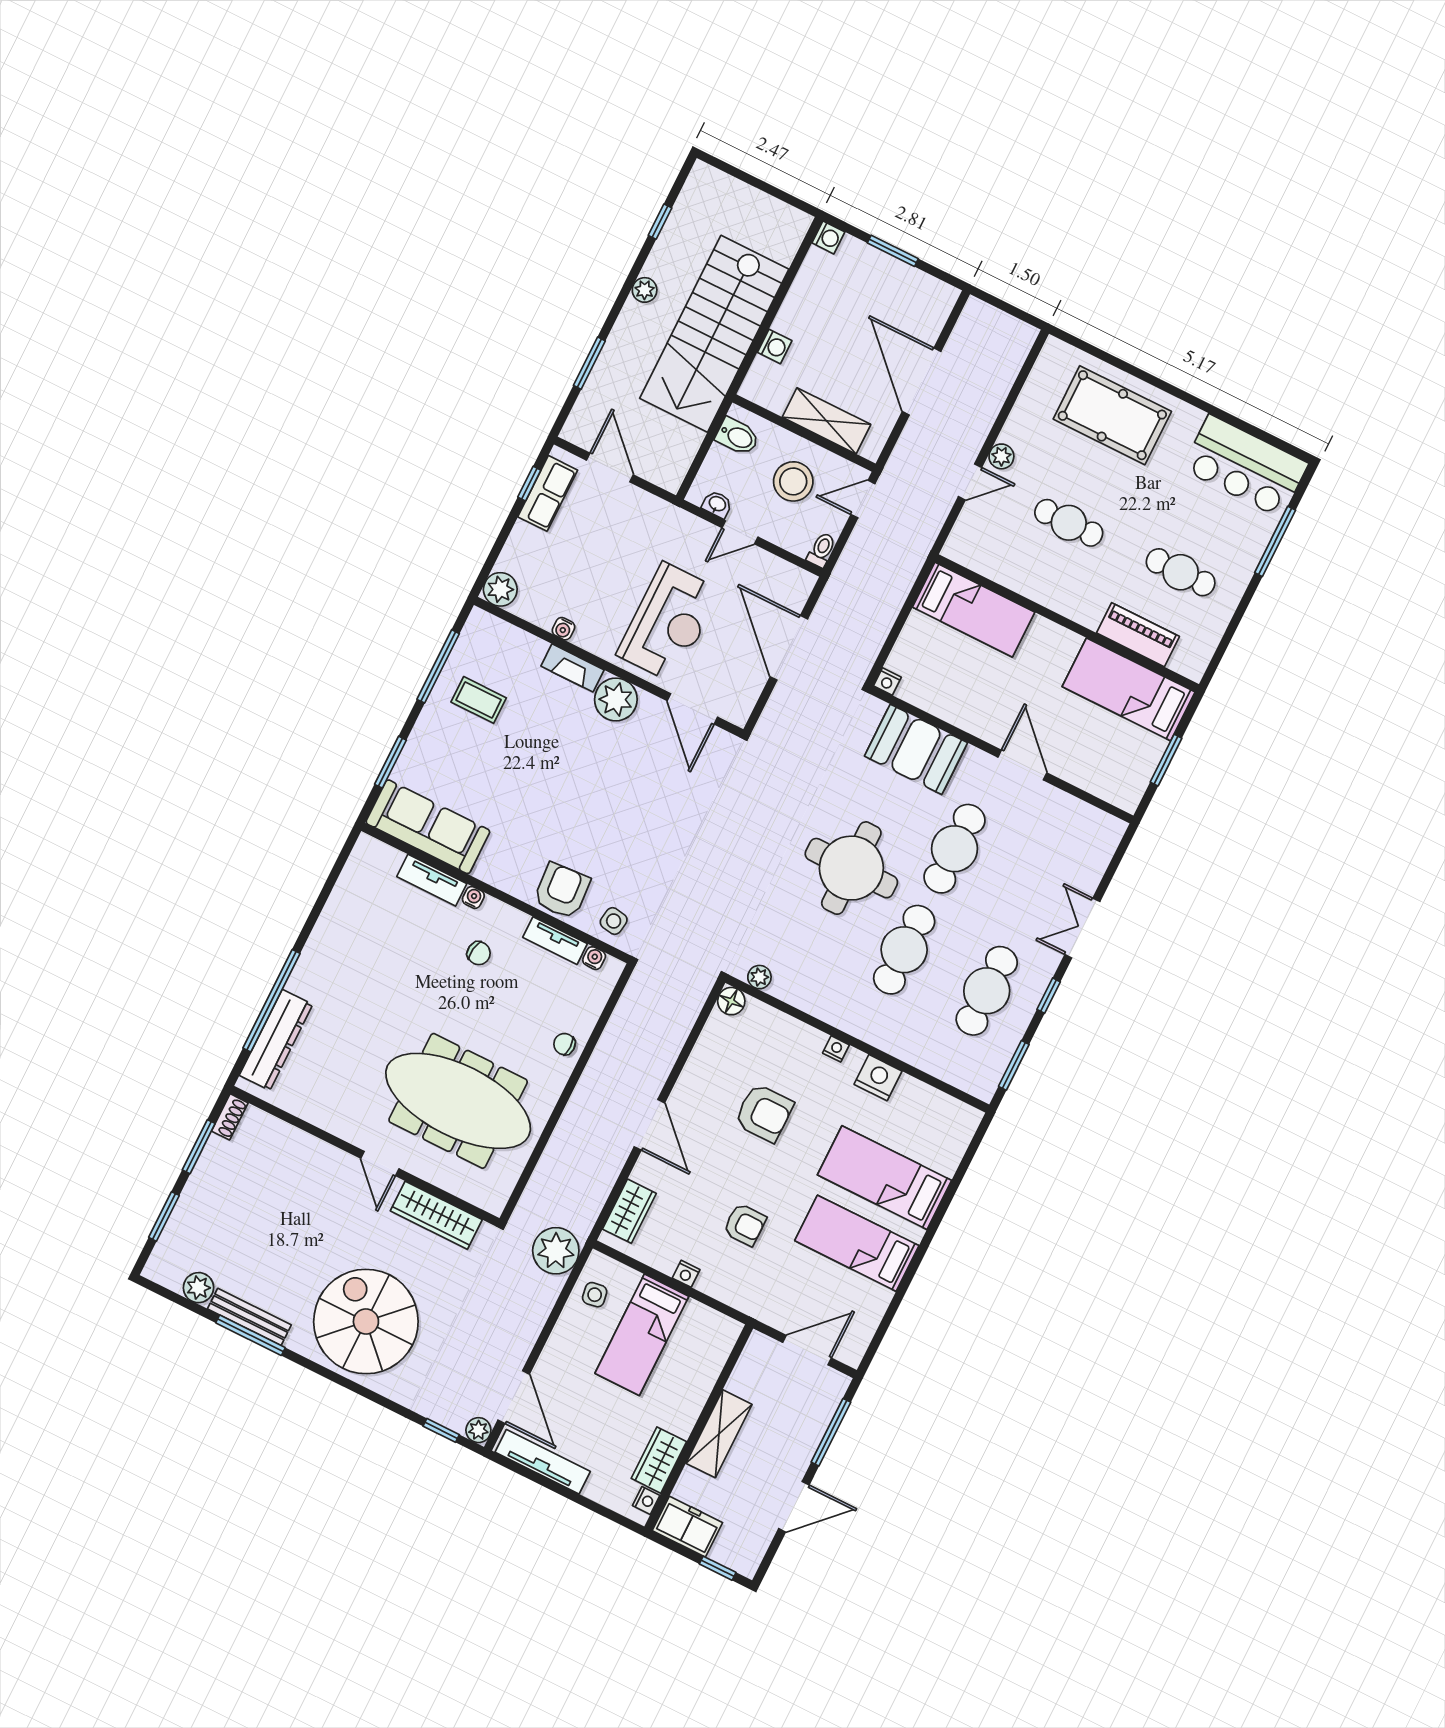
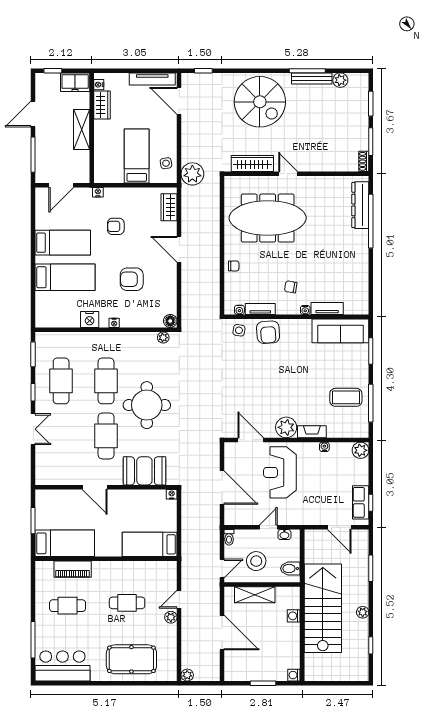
coffee table: (479, 700) -> (346, 397), width x1.36, depth x1.30
nightstand: (686, 1274) -> (98, 192), moved
plant: (478, 1430) -> (187, 675), moved

